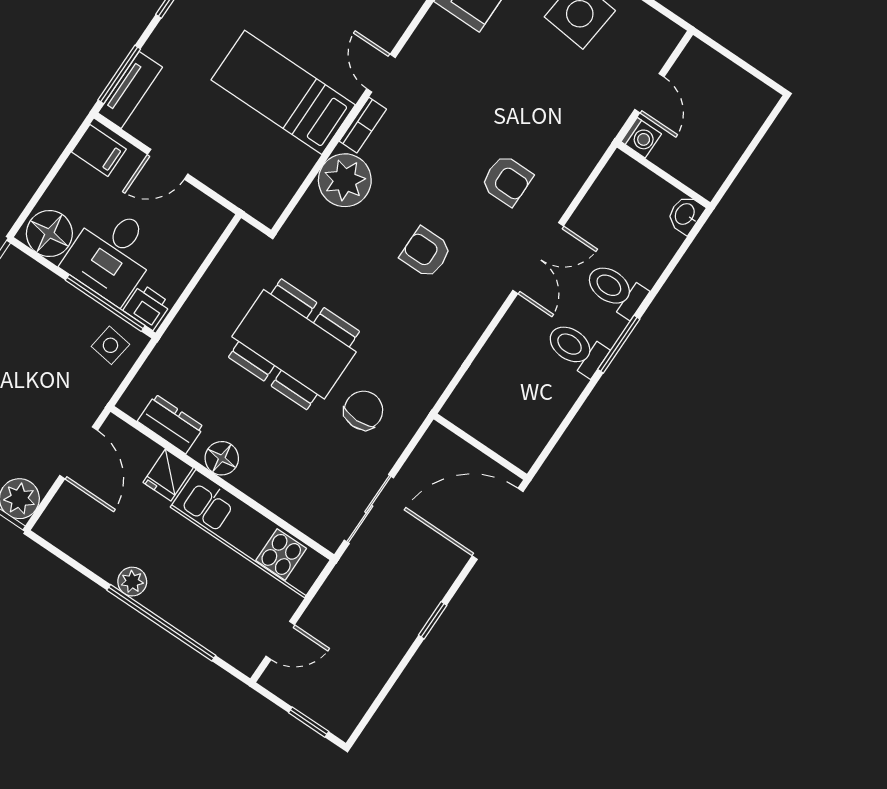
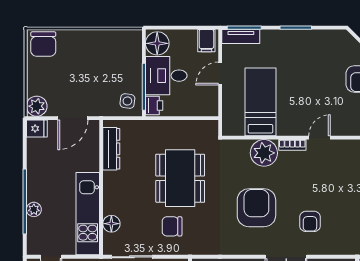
bed: (283, 92) -> (260, 102), moved
door: (168, 164) -> (220, 74), hinge flipped
armchair: (426, 253) -> (256, 208), width x1.88, depth x1.88
chair: (363, 410) -> (172, 226), turned 180
dresser: (171, 424) -> (111, 149), width x1.44
floor lamp: (222, 458) -> (111, 224), moved
fridge: (168, 475) -> (37, 129), moved, turned 180
plant: (132, 582) -> (34, 209), moved

